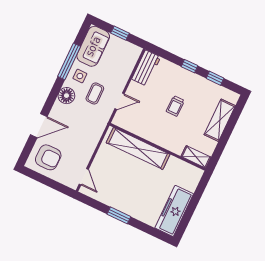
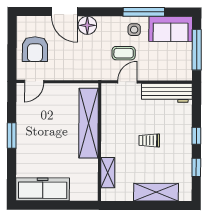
window: (120, 33) -> (197, 50), width x2.17
workbench: (146, 68) -> (167, 93), width x1.38
floor lamp: (66, 96) -> (87, 25), moved
door: (120, 101) -> (127, 82), swing flipped
armchair: (48, 157) -> (35, 49), moved
shelving: (196, 157) -> (108, 173), moved

